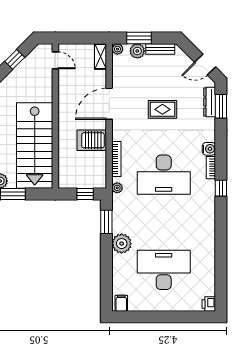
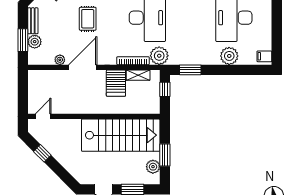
plant: (117, 49) -> (60, 60), moved
shelving: (101, 56) -> (138, 75), moved
door: (109, 104) -> (83, 67), swing flipped
plant: (117, 188) -> (159, 56), width x1.87, depth x1.87
plant: (122, 244) -> (229, 56), moved

